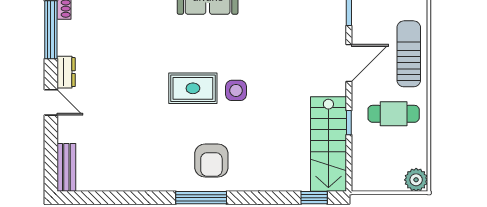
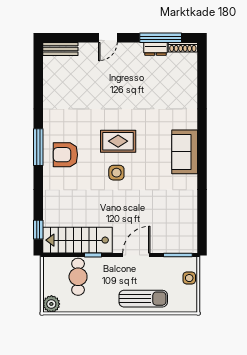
door: (349, 63) -> (136, 255), swing flipped
dresser: (66, 72) -> (155, 49), moved
rug: (193, 88) -> (118, 141), turned 90
cafe table: (394, 114) -> (78, 277), moved

